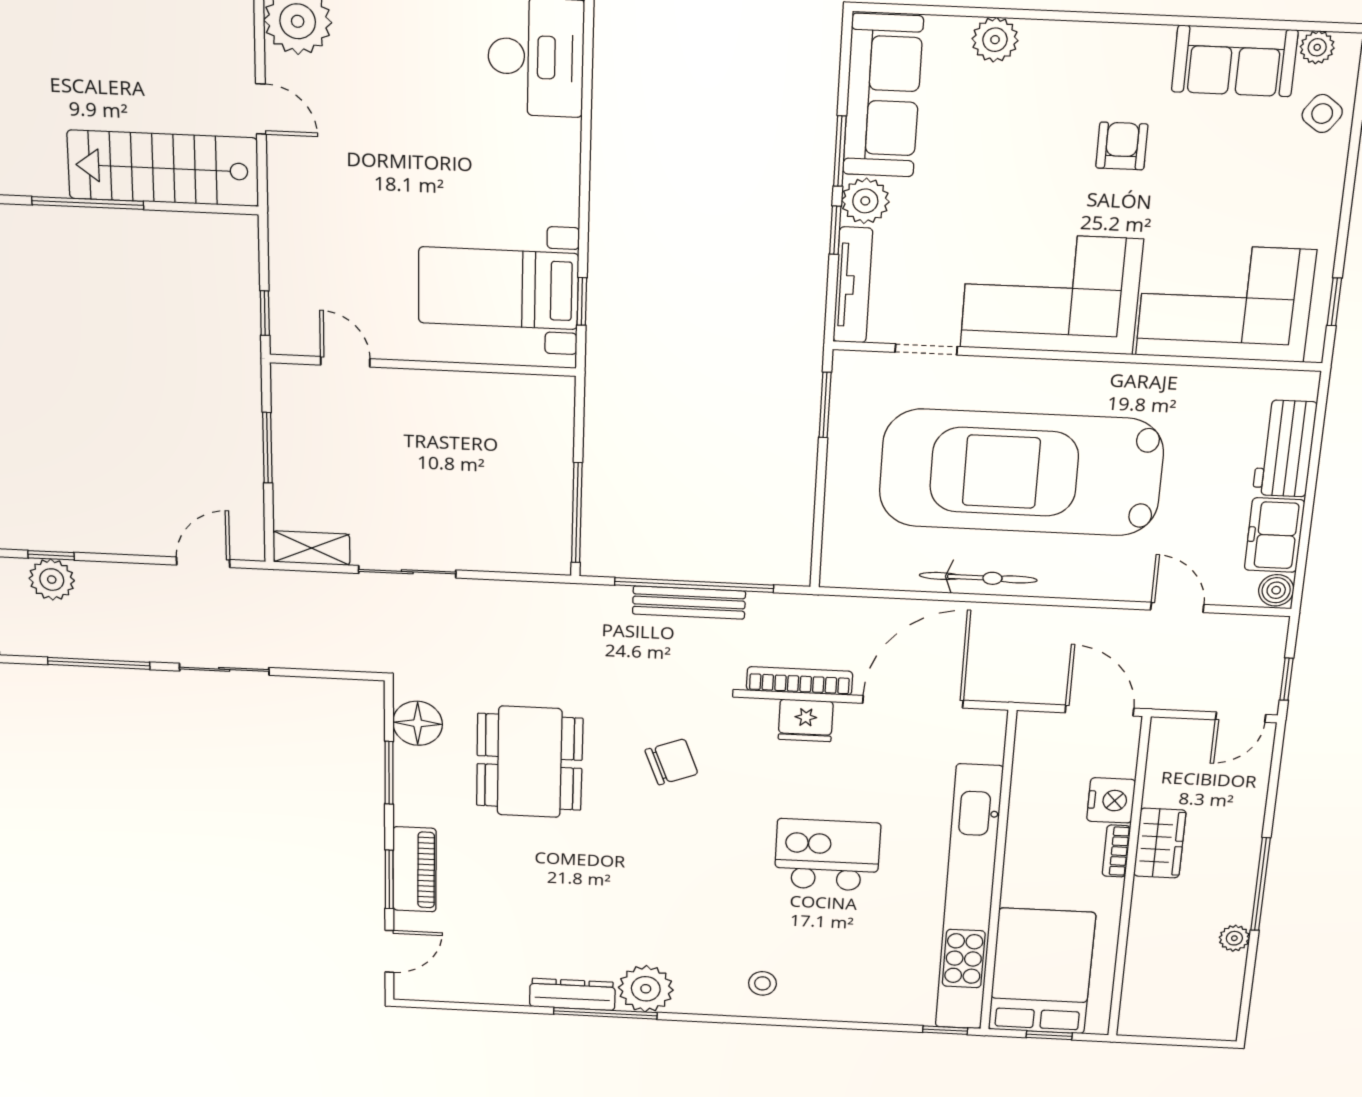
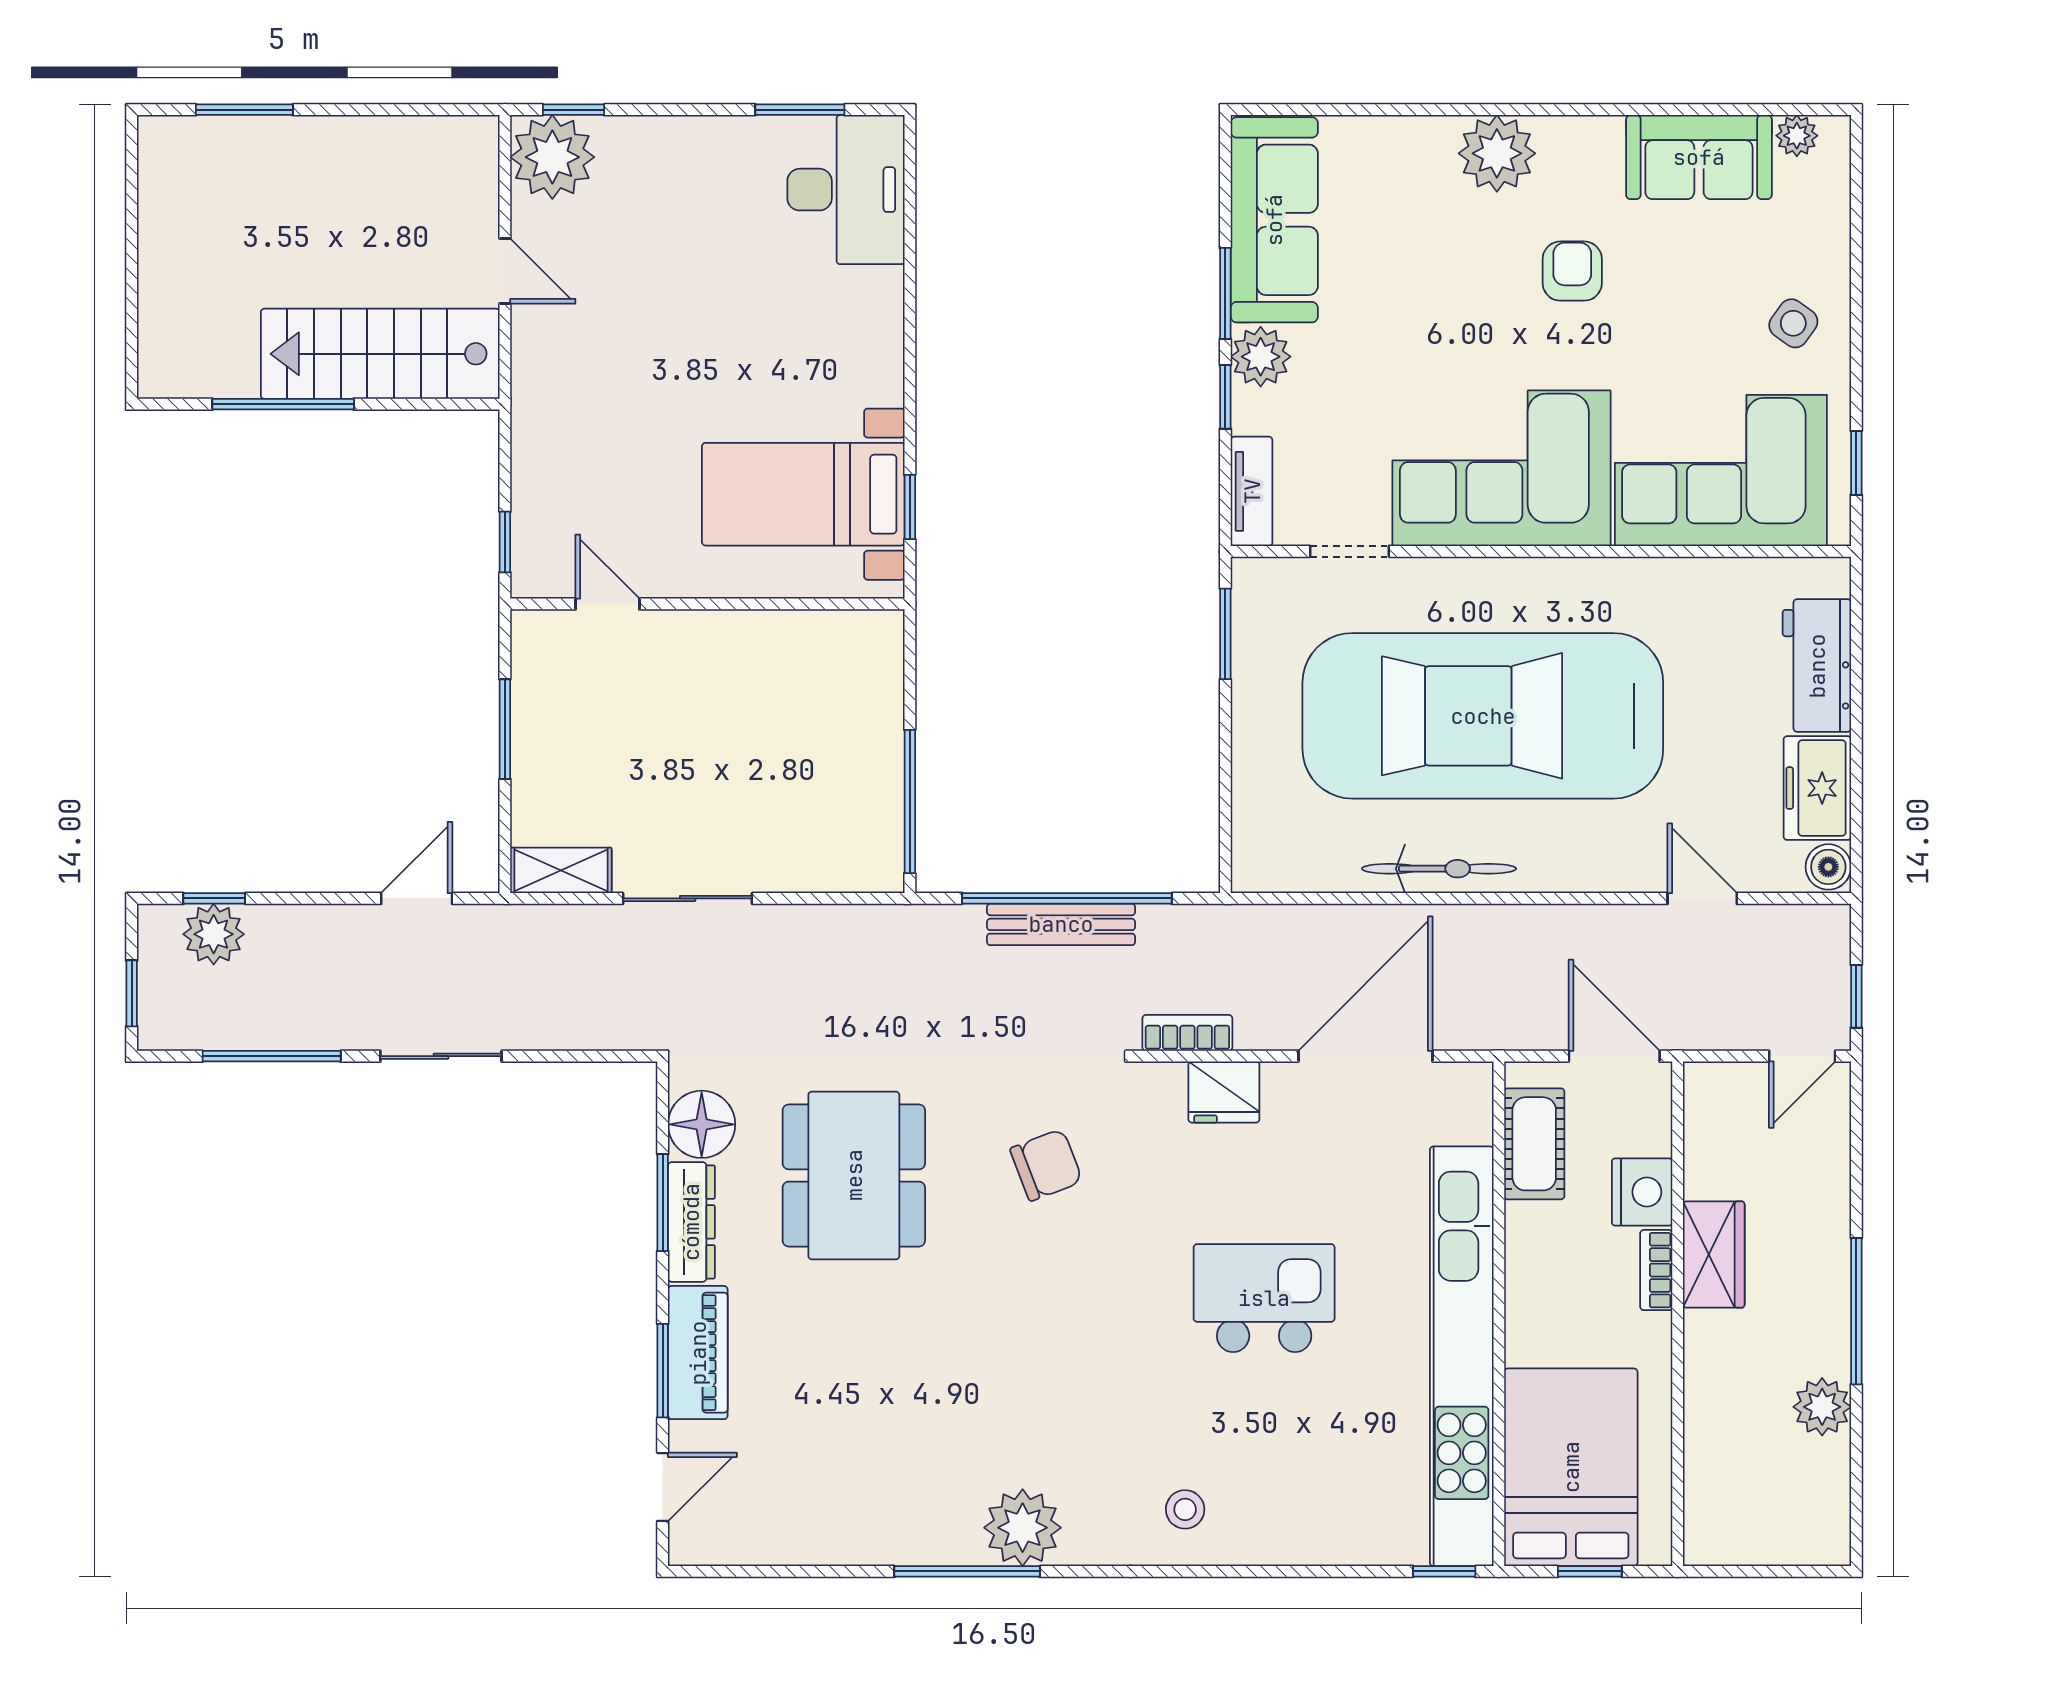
plant: (995, 40) -> (1497, 153), moved, width x1.36, depth x1.36
side table: (1322, 114) -> (1793, 323), moved
tv unit: (853, 285) -> (1252, 491), width x0.71
bookcase: (799, 681) -> (1187, 1033), width x0.64
cot: (1034, 765) -> (1534, 1144), added
plant: (1234, 938) -> (1822, 1407), width x1.38, depth x1.38
dresser: (572, 994) -> (691, 1222), moved, turned 90

